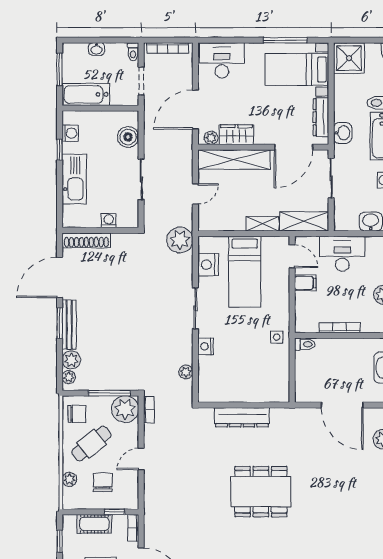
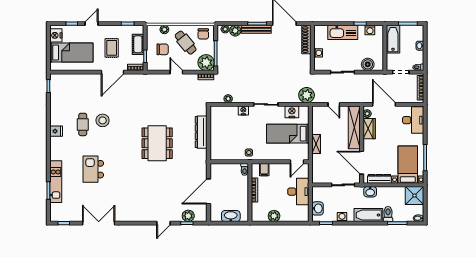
shelving: (304, 221) -> (318, 169), removed
filing cabinet: (305, 283) -> (264, 170), moved

